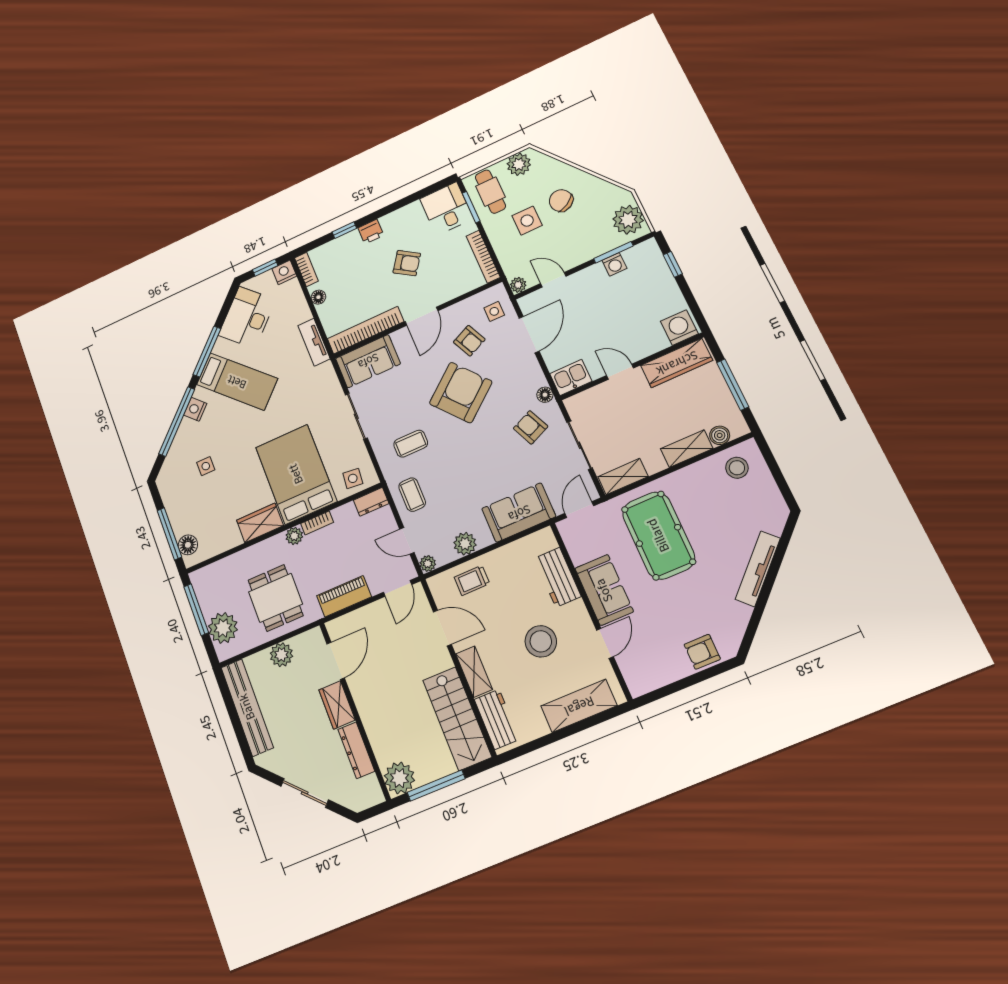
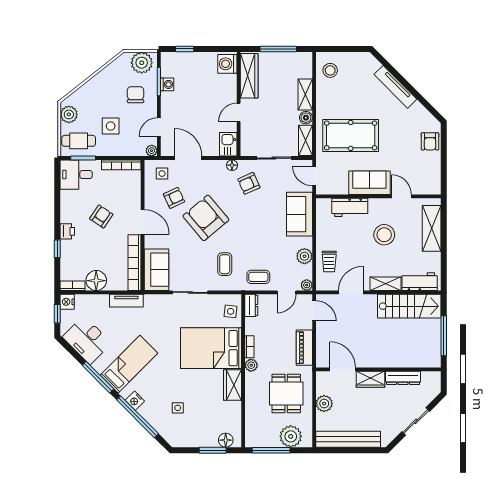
chair: (561, 201) -> (136, 95), moved, turned 121
floor lamp: (318, 297) -> (96, 281), width x1.89, depth x1.89
boiler: (720, 435) -> (306, 118), moved
window: (169, 534) -> (213, 450), width x0.69
dining table: (276, 598) -> (286, 393), turned 90
plant: (399, 778) -> (430, 357), removed

